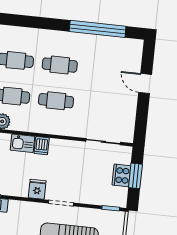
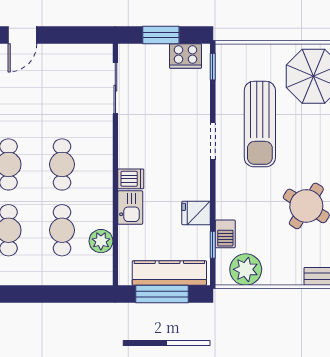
cooker: (121, 175) -> (186, 56), moved
fridge: (37, 189) -> (196, 213), moved

